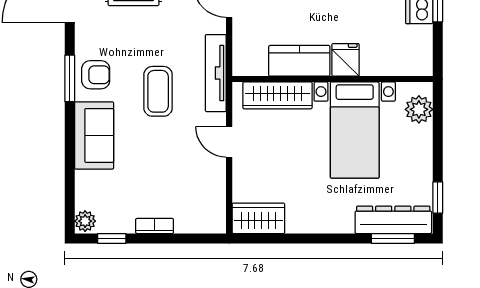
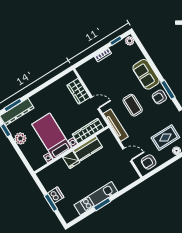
plant: (419, 109) -> (20, 138), moved
wardrobe: (258, 218) -> (78, 91), moved, turned 90

